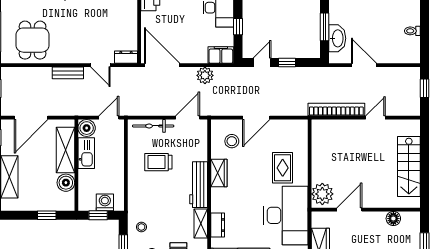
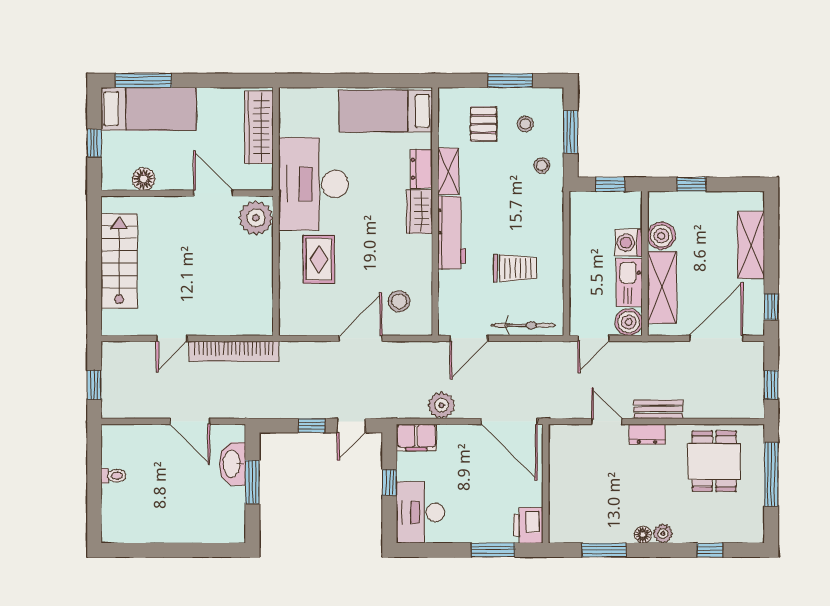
dresser: (126, 57) -> (647, 434), moved
wardrobe: (219, 173) -> (420, 212), moved
washing machine: (105, 202) -> (629, 243), moved, turned 90
door: (349, 210) -> (213, 193), swing flipped

